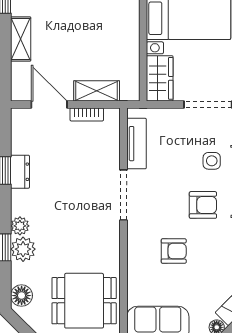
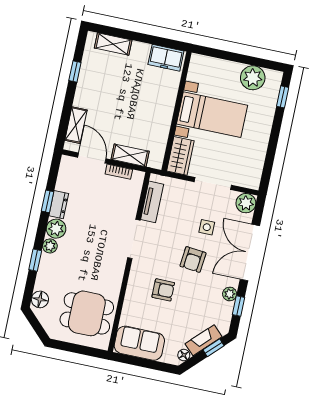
shelving: (21, 39) -> (76, 125), moved
armchair: (203, 205) -> (193, 259), turned 96
plant: (23, 249) -> (56, 229), moved

